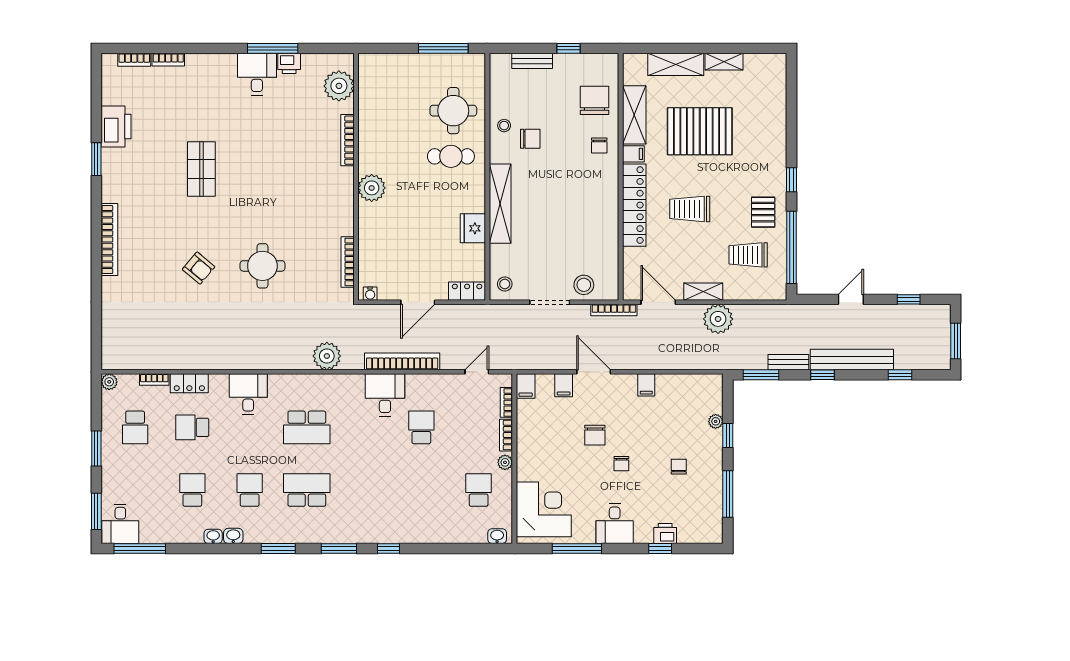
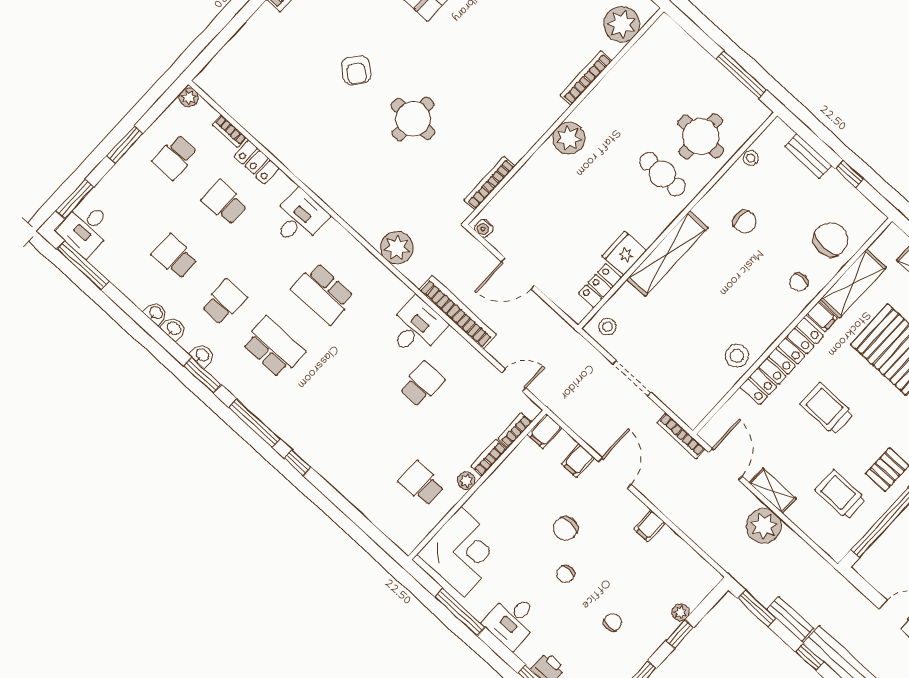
stool: (504, 126) -> (751, 158), moved
stool: (584, 285) -> (737, 356), moved
locker: (467, 291) -> (600, 286), moved, turned -90
school desk: (192, 490) -> (175, 257), turned -90
school desk: (479, 490) -> (422, 484), turned -90
washbasin: (497, 536) -> (202, 355), moved
window: (339, 548) -> (255, 423), width x1.44

